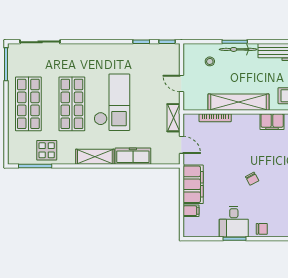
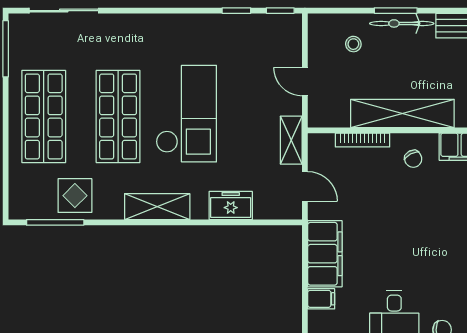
freezer: (133, 156) -> (231, 206), width x0.71
chair: (252, 179) -> (413, 159), moved

